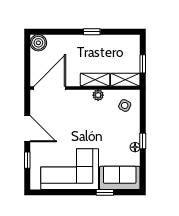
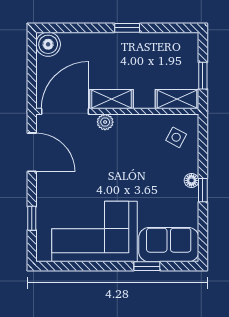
shelving: (95, 80) -> (111, 99), moved
plant: (98, 95) -> (105, 122), moved
door: (27, 129) -> (32, 152), moved
floor lamp: (135, 147) -> (191, 180), moved

